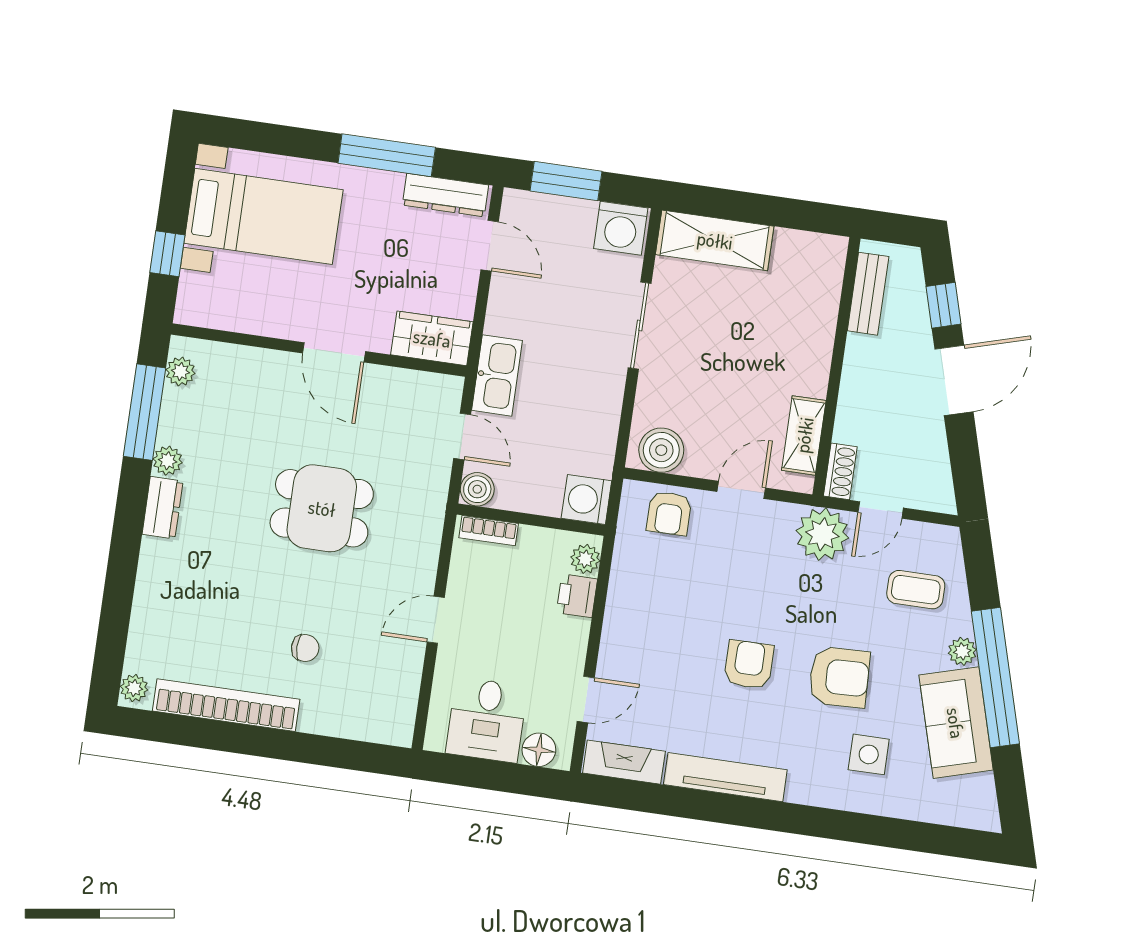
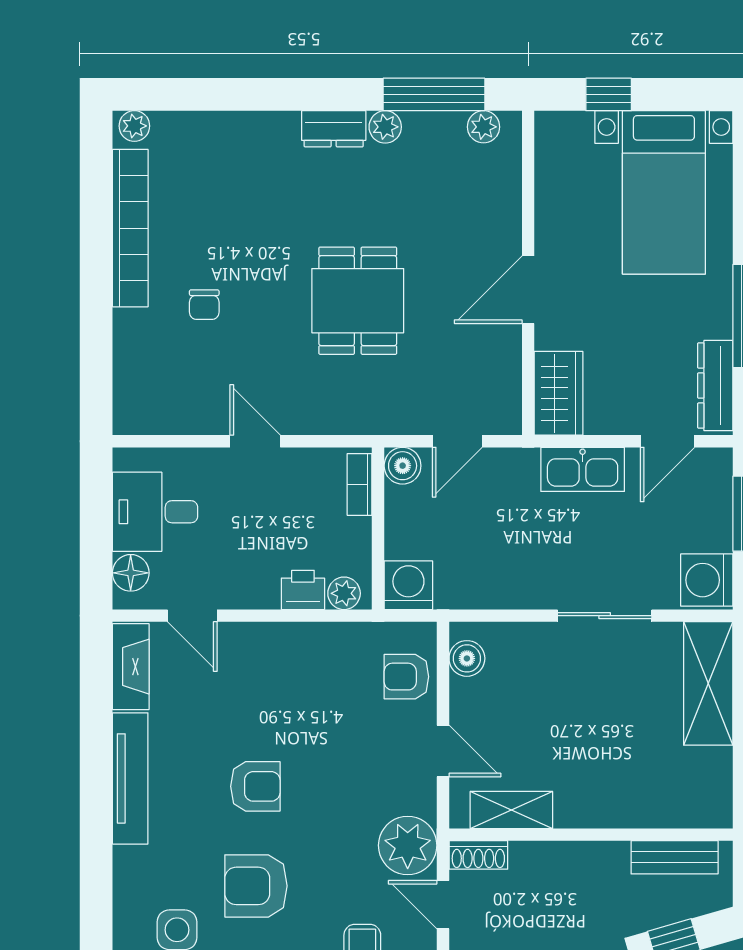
kitchen sink: (497, 375) -> (583, 469), moved
boiler: (661, 450) -> (467, 658), width x0.73, depth x0.73
armchair: (839, 677) -> (256, 886), turned 92

